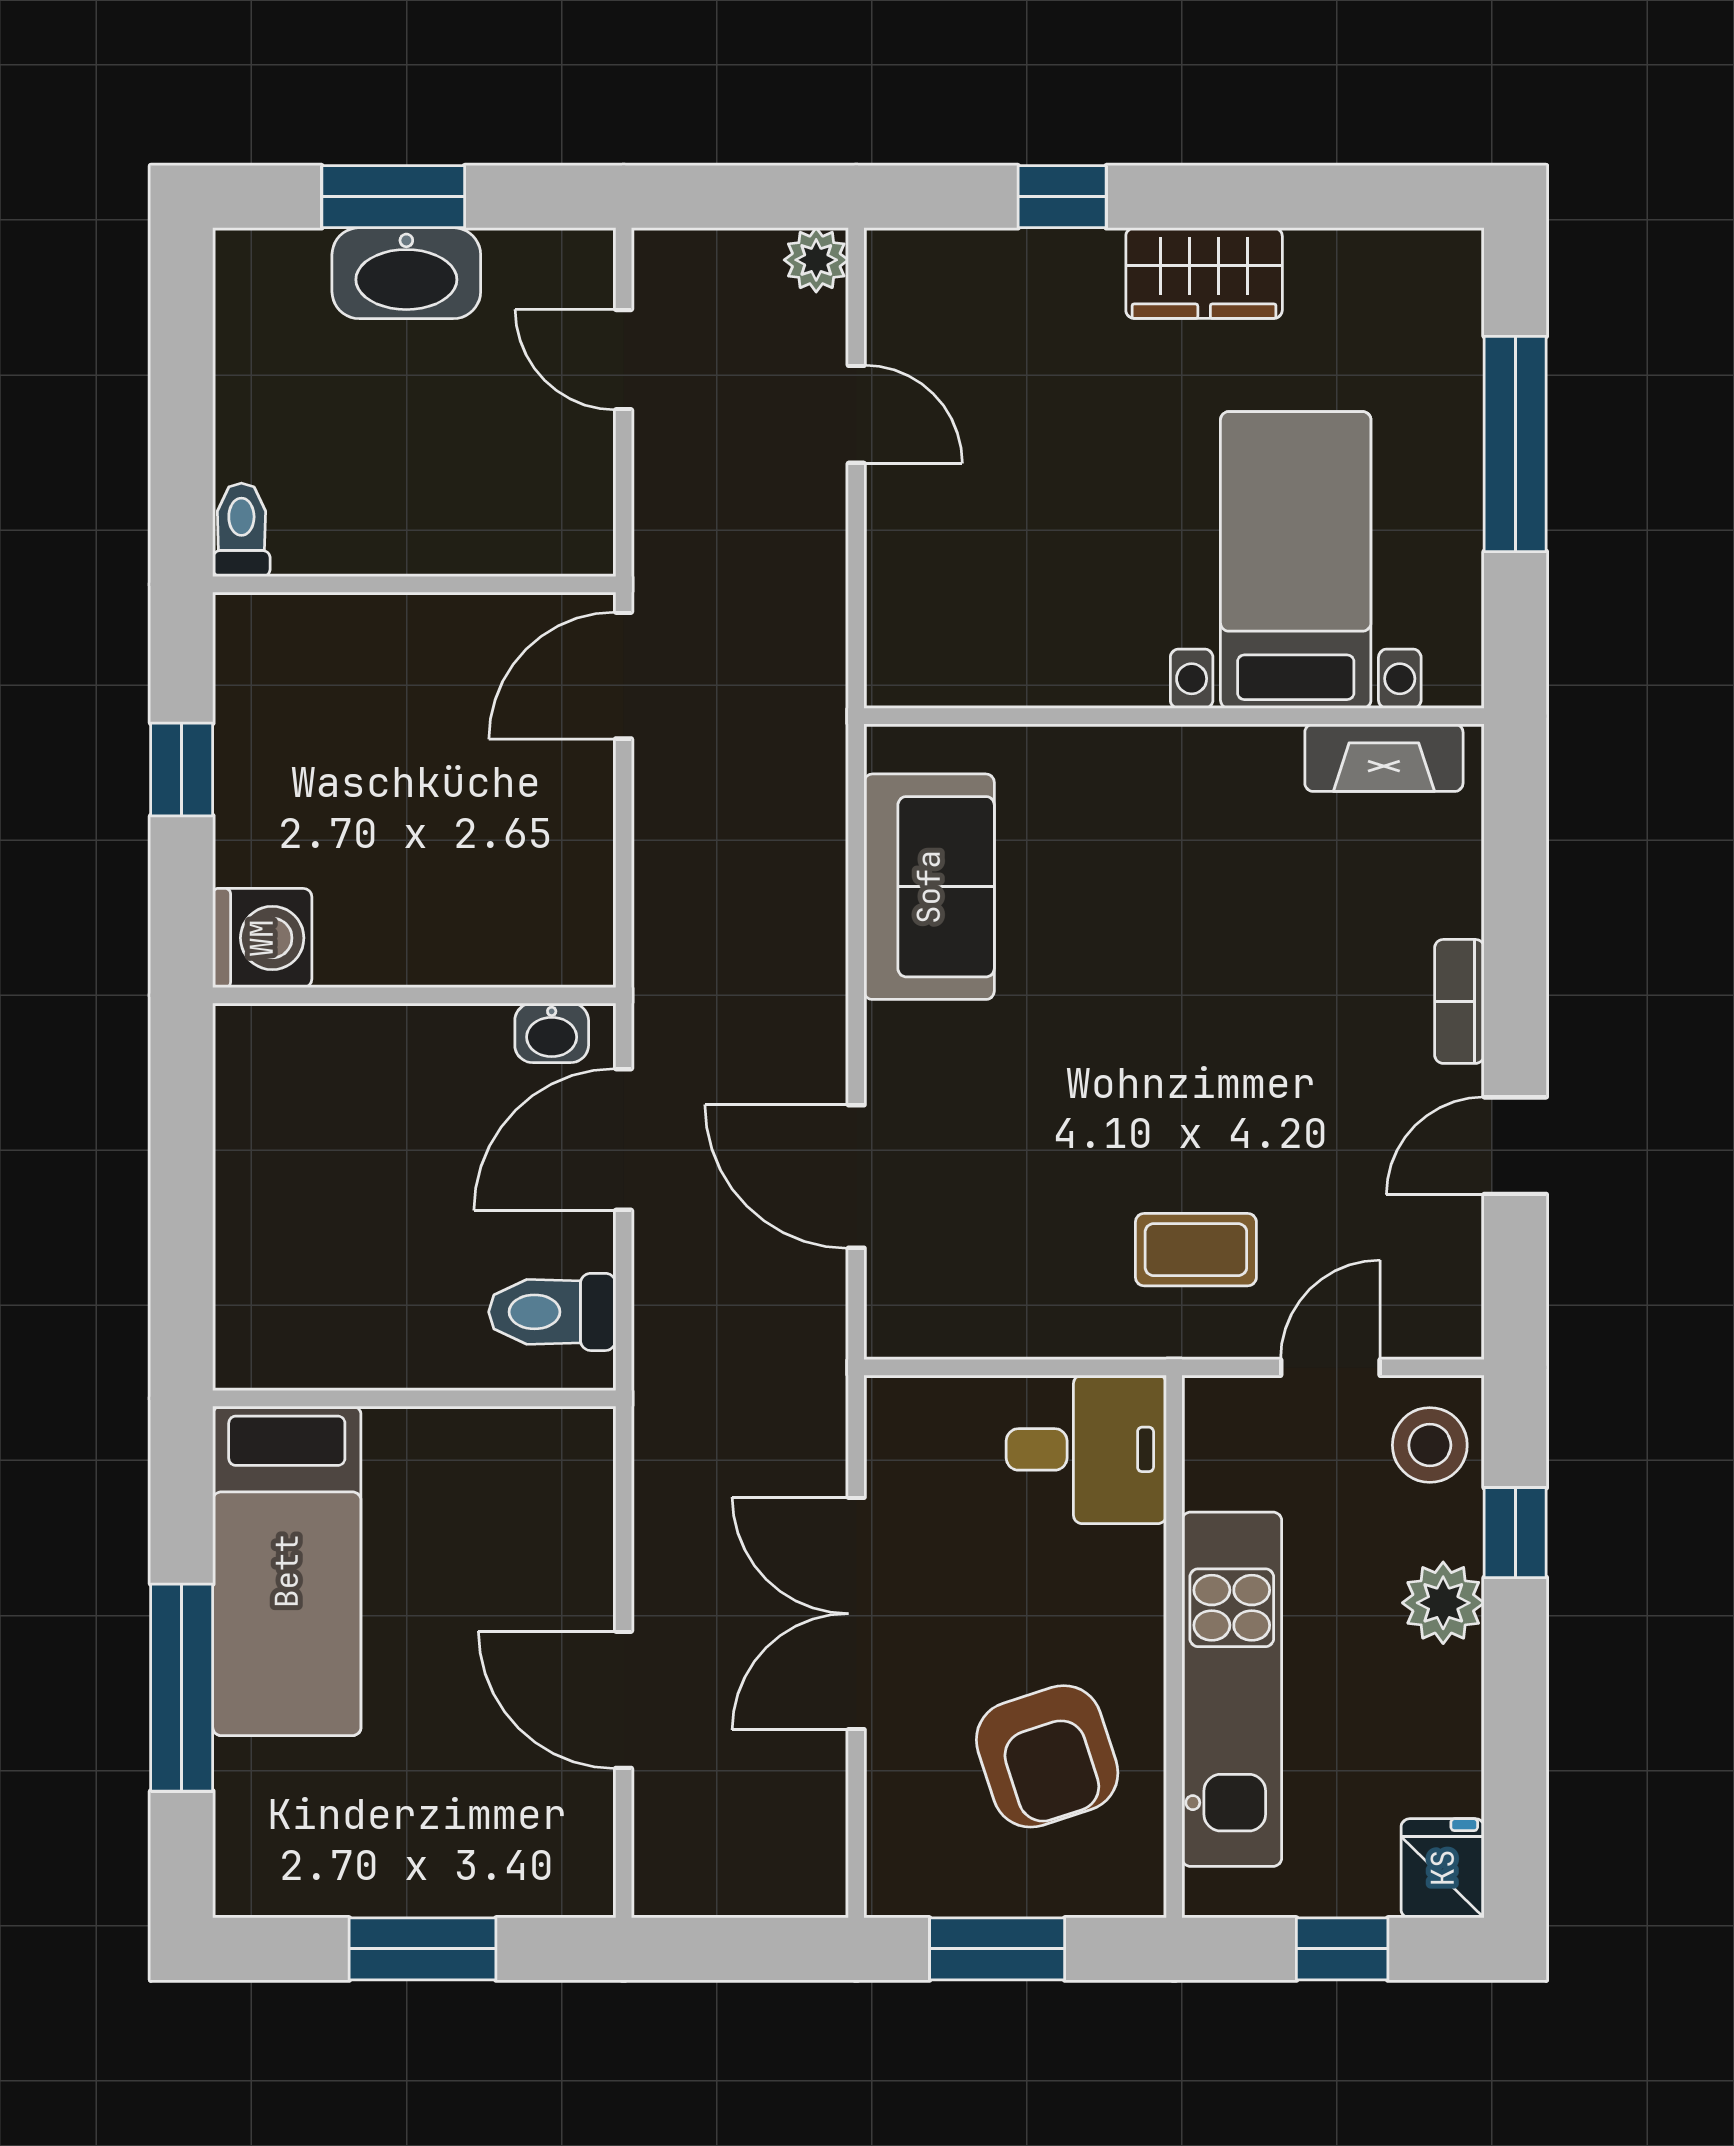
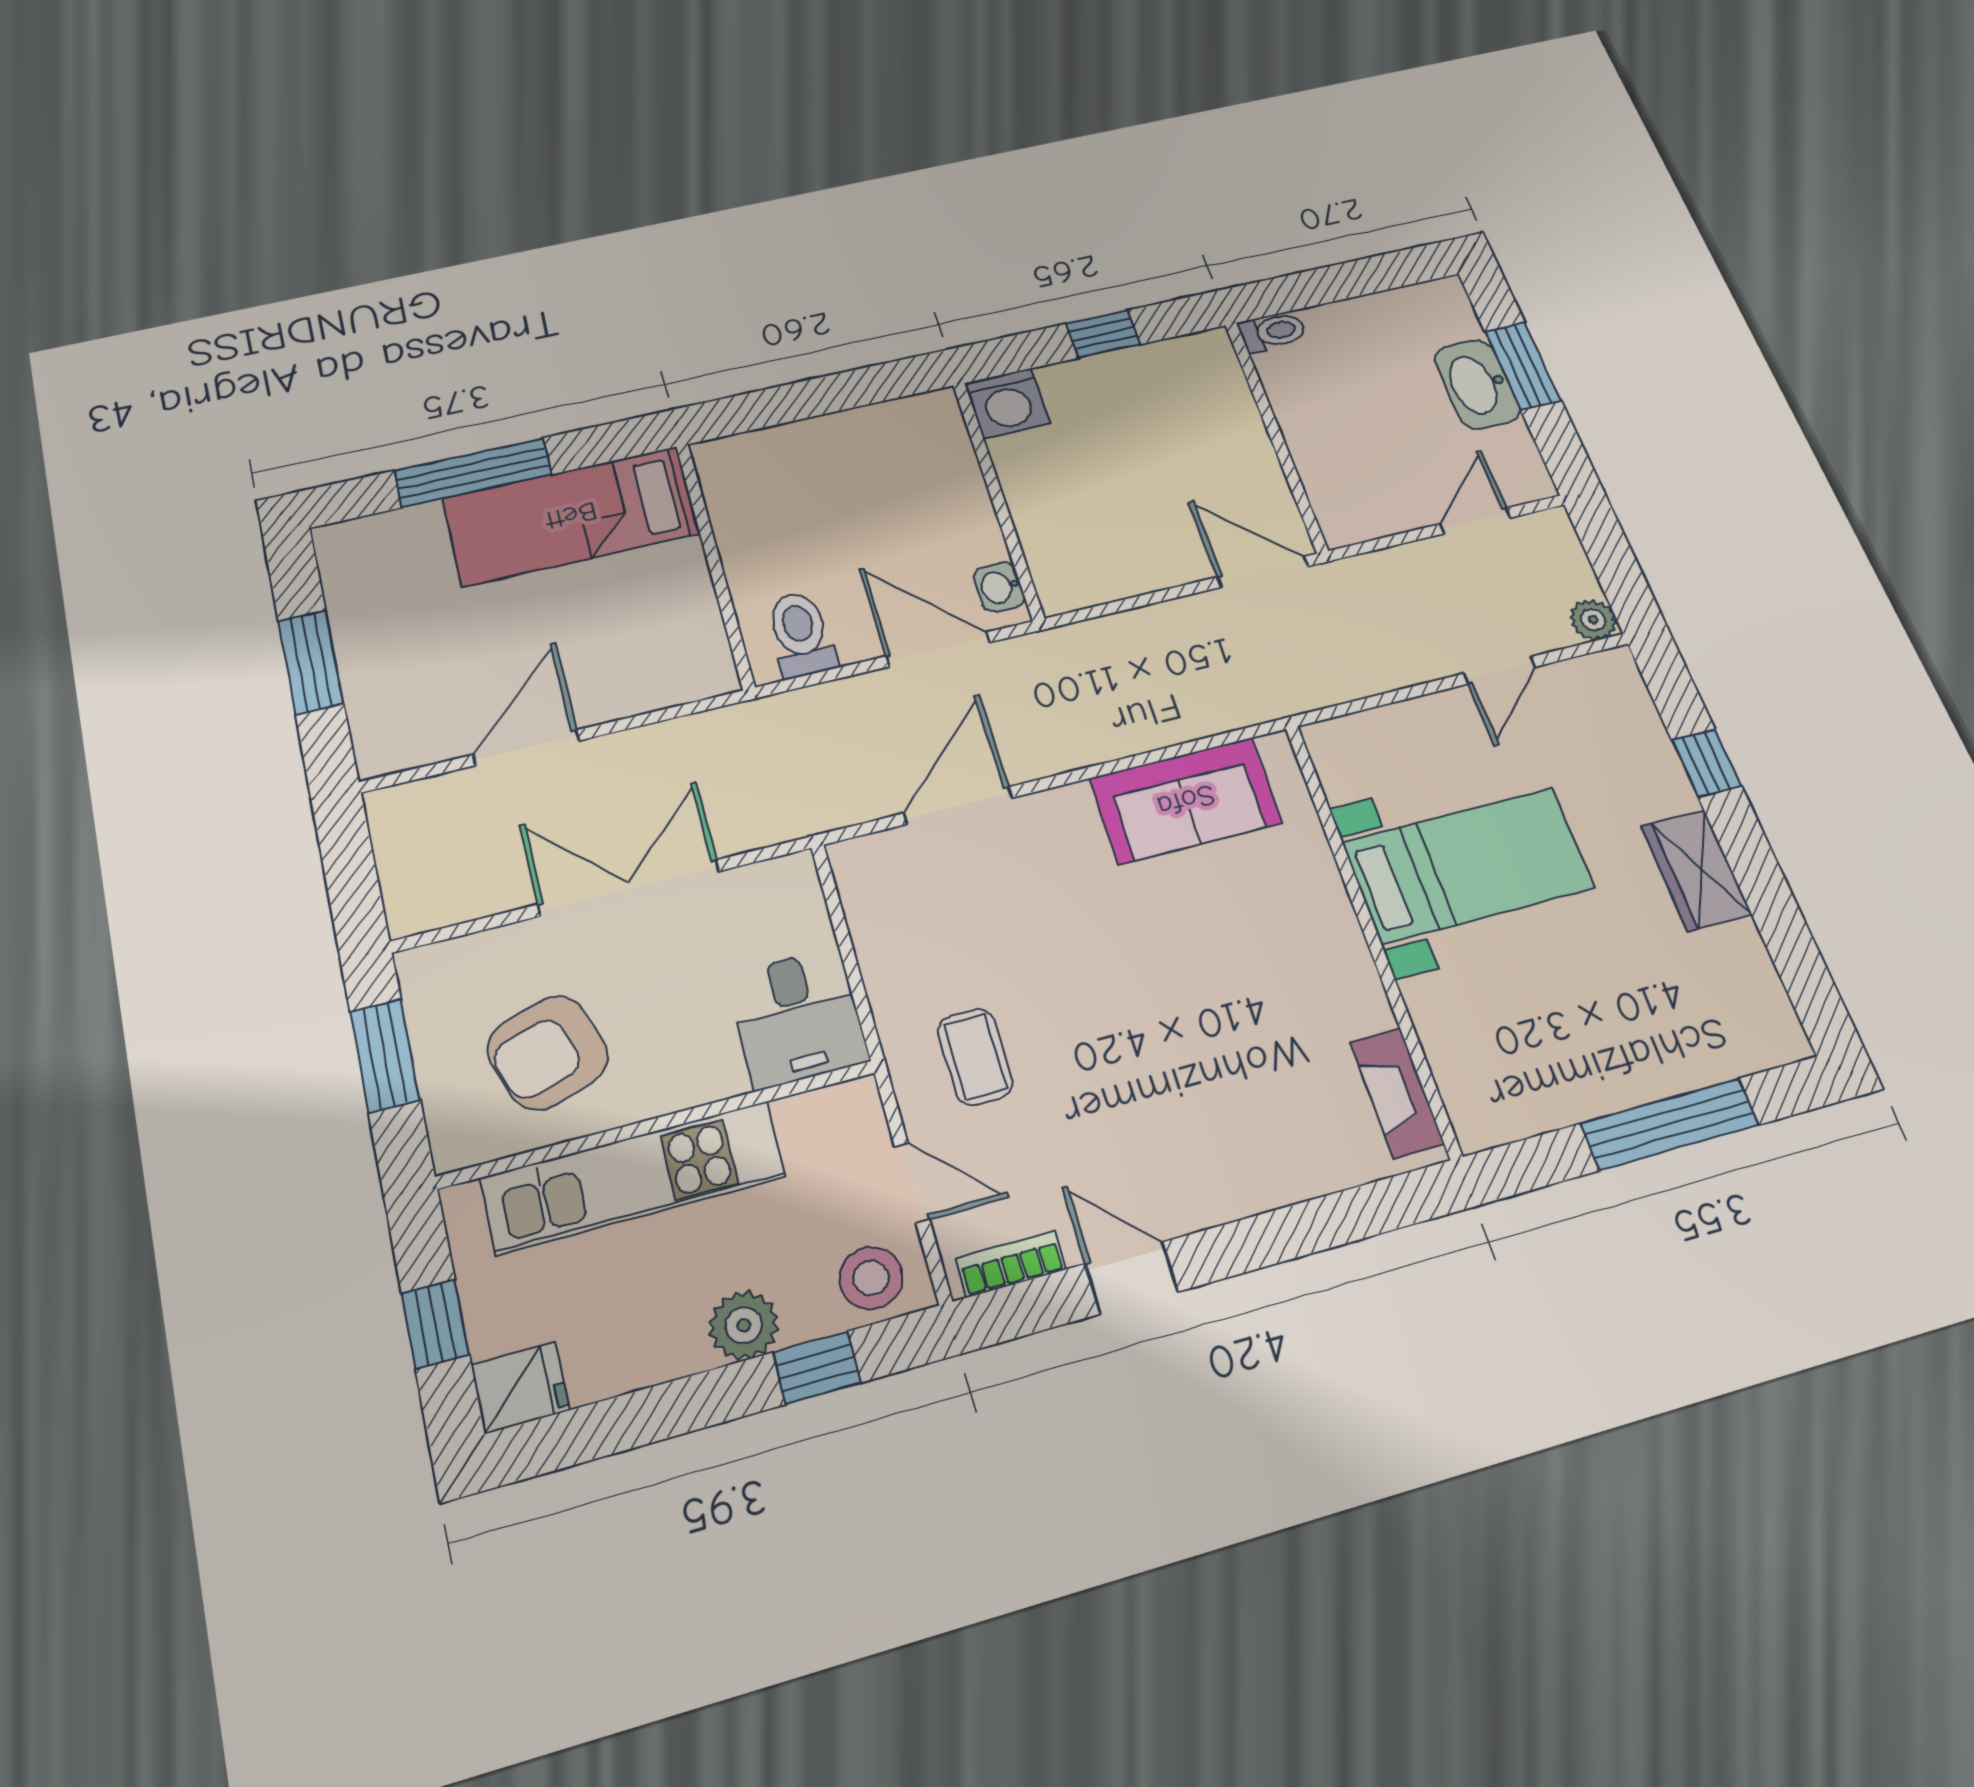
bed with nightstands: (1296, 560) -> (1468, 865), moved
bookcase: (1459, 1001) -> (1011, 1264), moved

